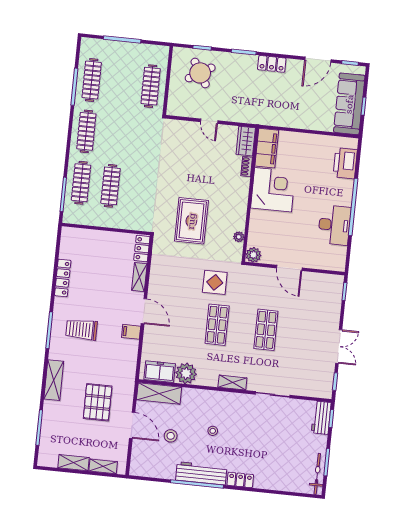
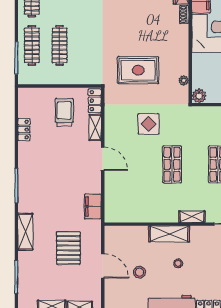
rug: (191, 221) -> (138, 70), turned 90
locker: (63, 278) -> (24, 130), width x0.66
display table: (215, 282) -> (149, 124), moved
trolley: (82, 330) -> (64, 112), moved, turned 90
filing cabinet: (131, 332) -> (93, 206), moved, width x2.00
freezer: (160, 372) -> (123, 214), removed
plant: (186, 373) -> (148, 213), removed
shelving: (159, 393) -> (169, 234), moved

